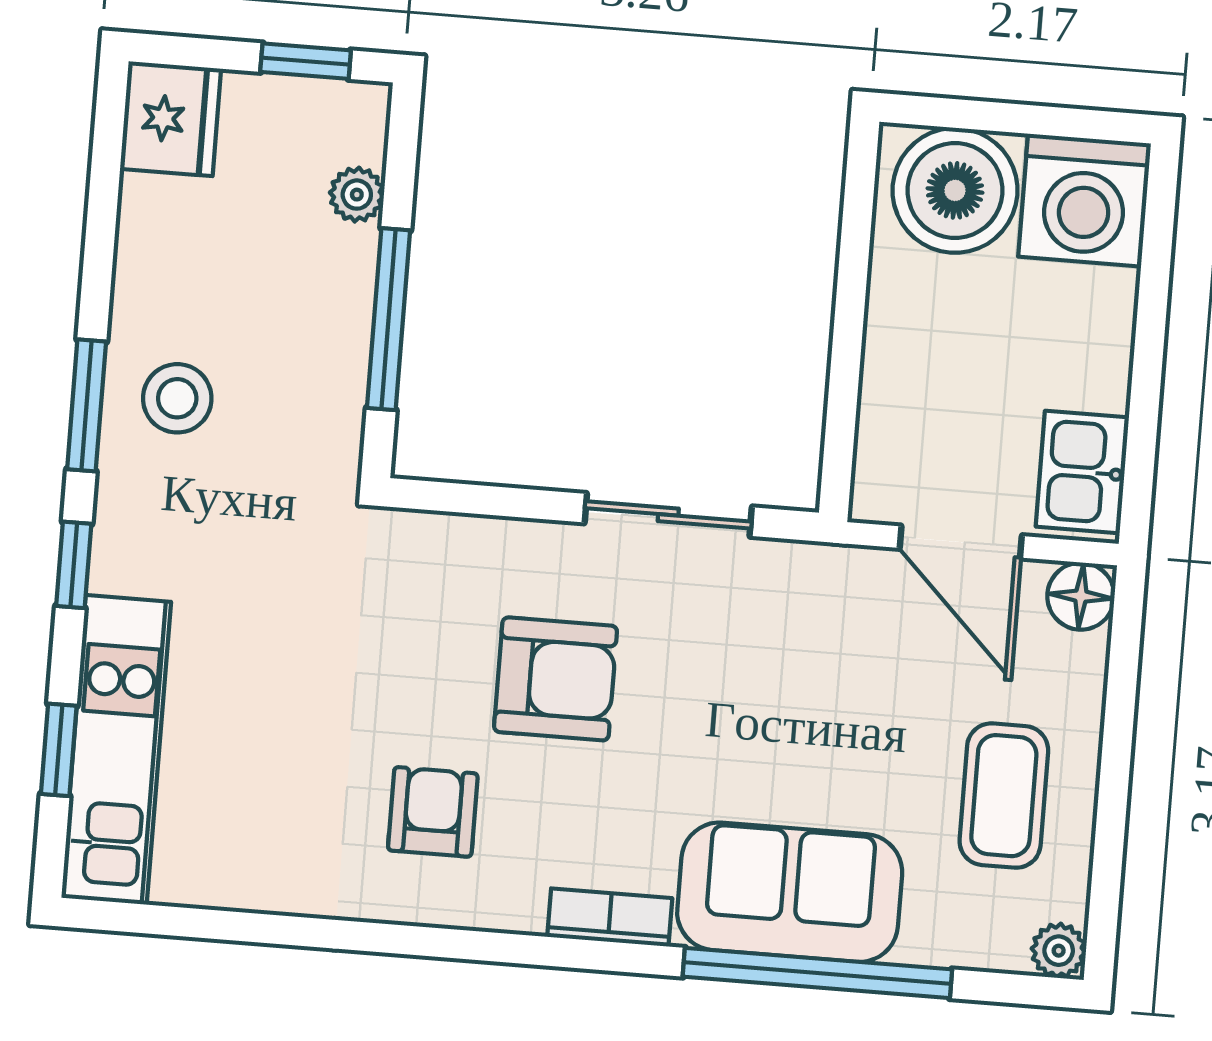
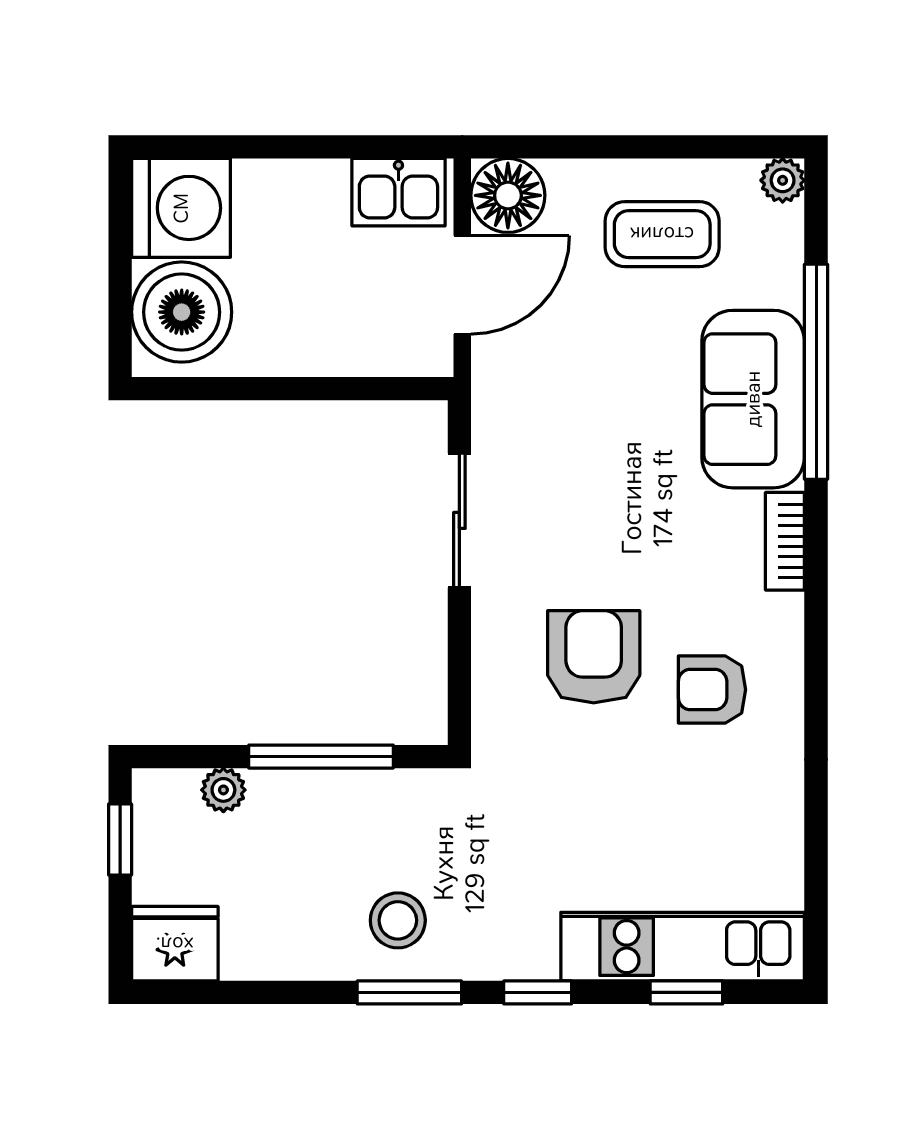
floor lamp: (1081, 596) -> (508, 195), width x1.38, depth x1.38
armchair: (556, 679) -> (594, 657), moved

